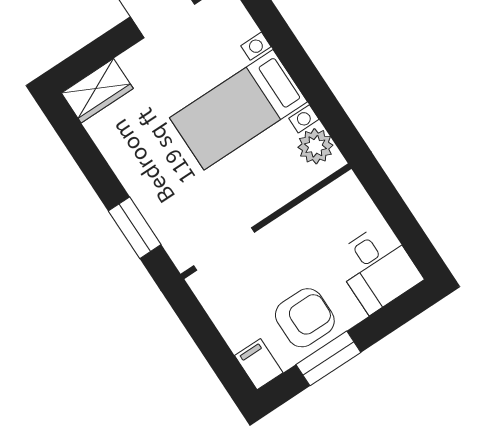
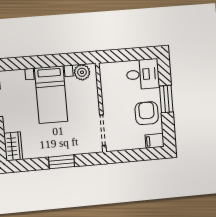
window: (135, 228) -> (62, 162), moved
window: (328, 358) -> (166, 99), moved

